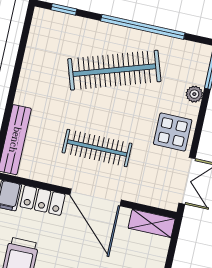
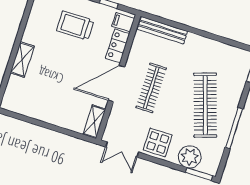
window: (143, 27) -> (234, 128), width x0.68
plant: (194, 94) -> (190, 157), width x1.88, depth x1.88

